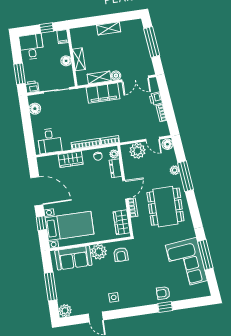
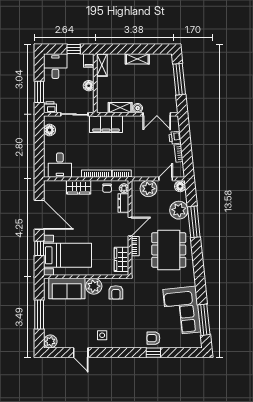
shelving: (79, 59) -> (102, 65), moved
filing cabinet: (103, 93) -> (106, 124), moved
door: (153, 139) -> (166, 179), swing flipped
plant: (175, 170) -> (179, 210), width x1.87, depth x1.87
window: (205, 255) -> (204, 320), moved

